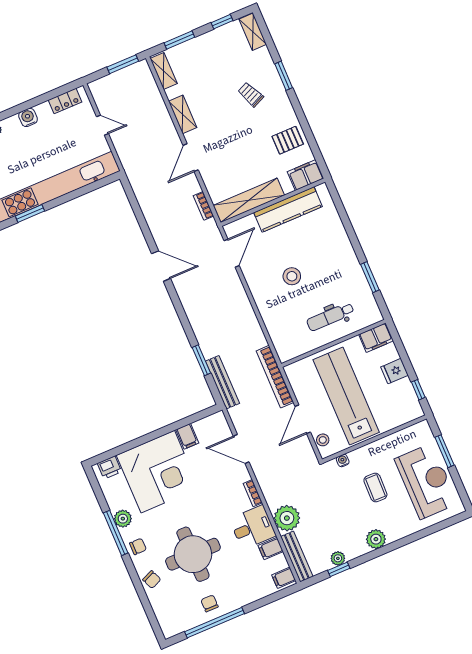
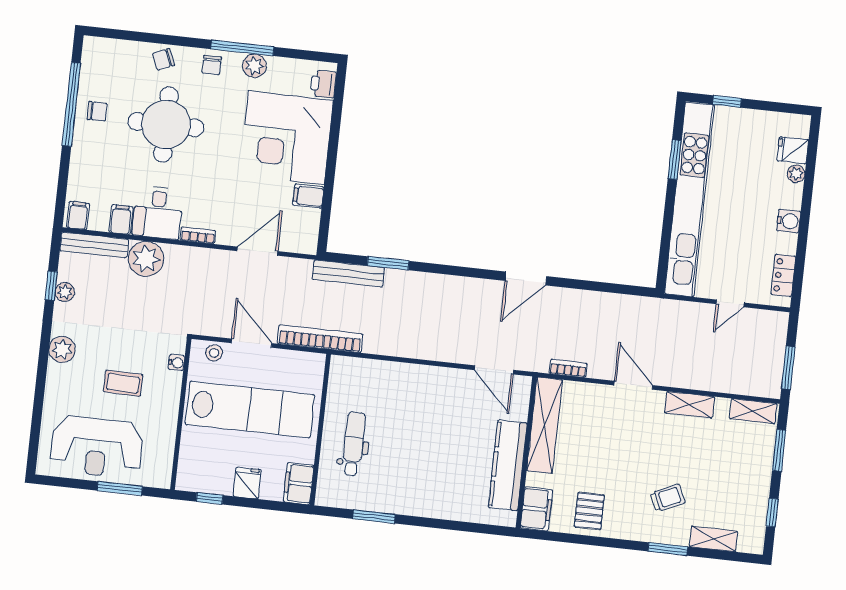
shelving: (253, 32) -> (713, 539), moved
stool: (292, 276) -> (427, 425), removed

